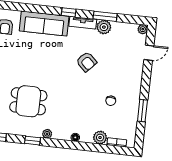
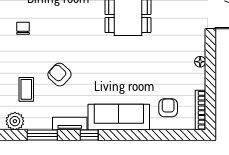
plant: (104, 27) -> (15, 121), moved
coffee table: (114, 53) -> (26, 89), added

